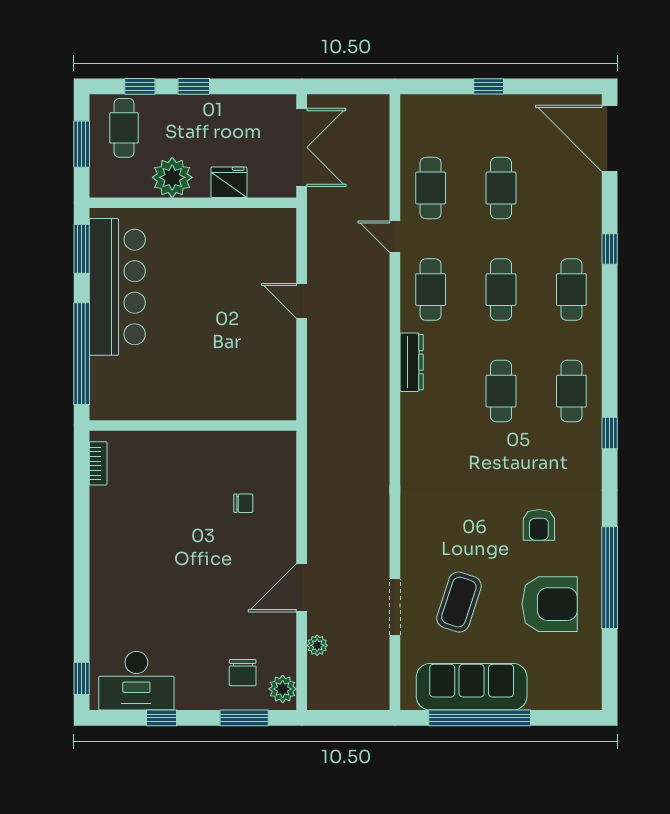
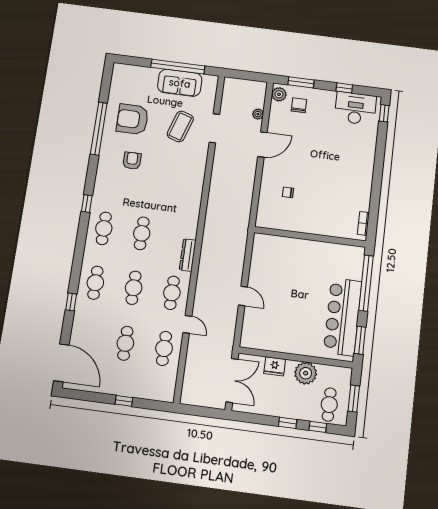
double door: (302, 147) -> (232, 380), swing flipped
sofa: (472, 687) -> (180, 83), width x0.73

